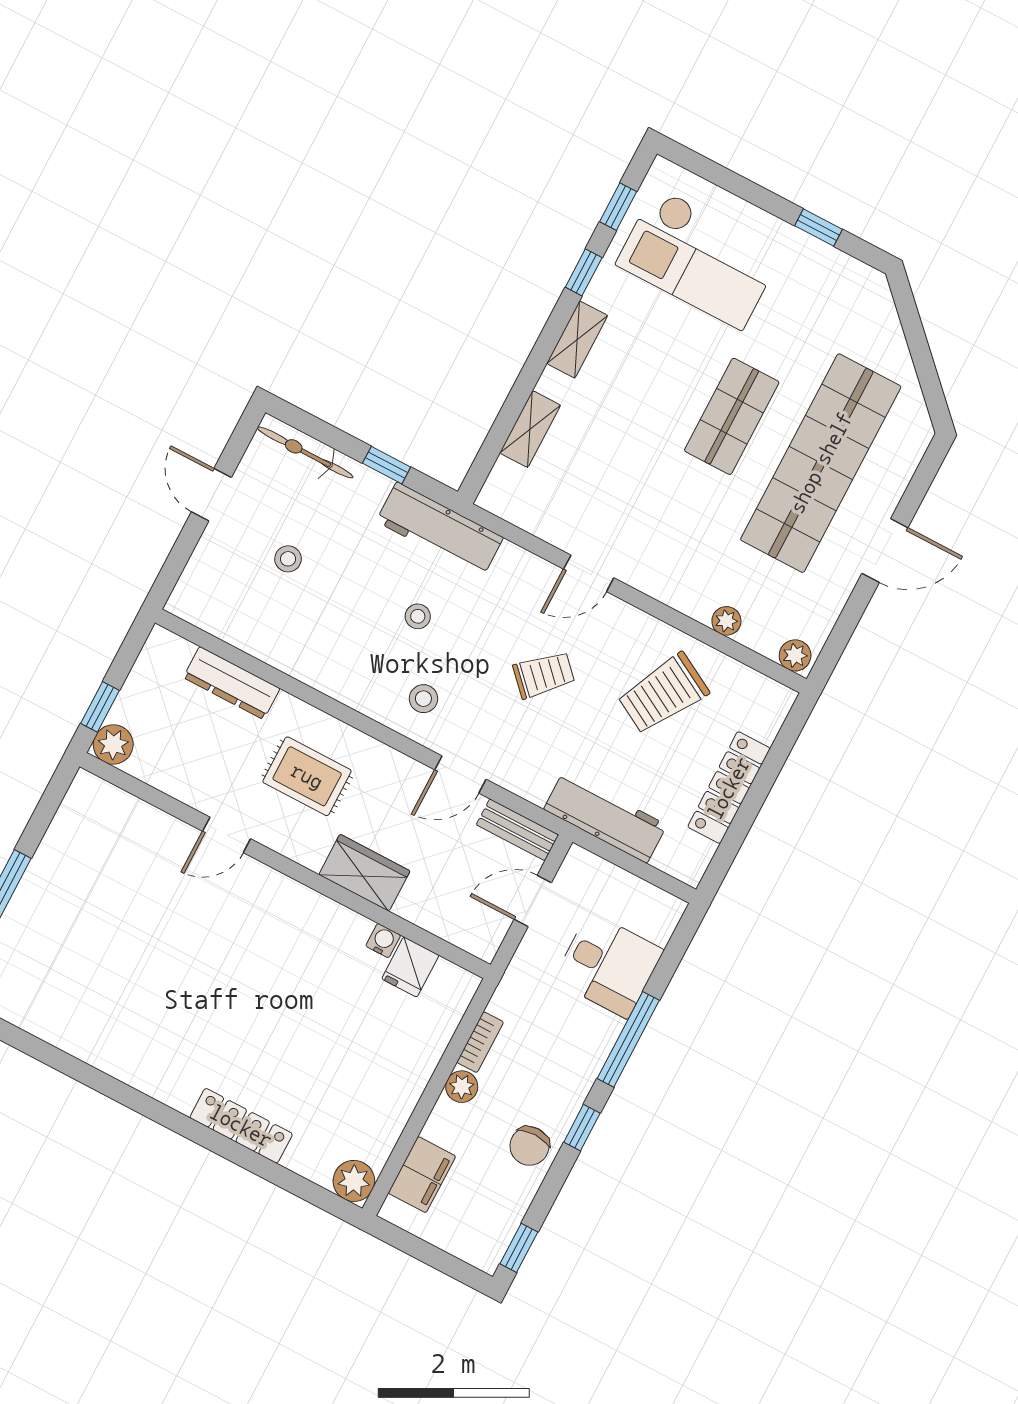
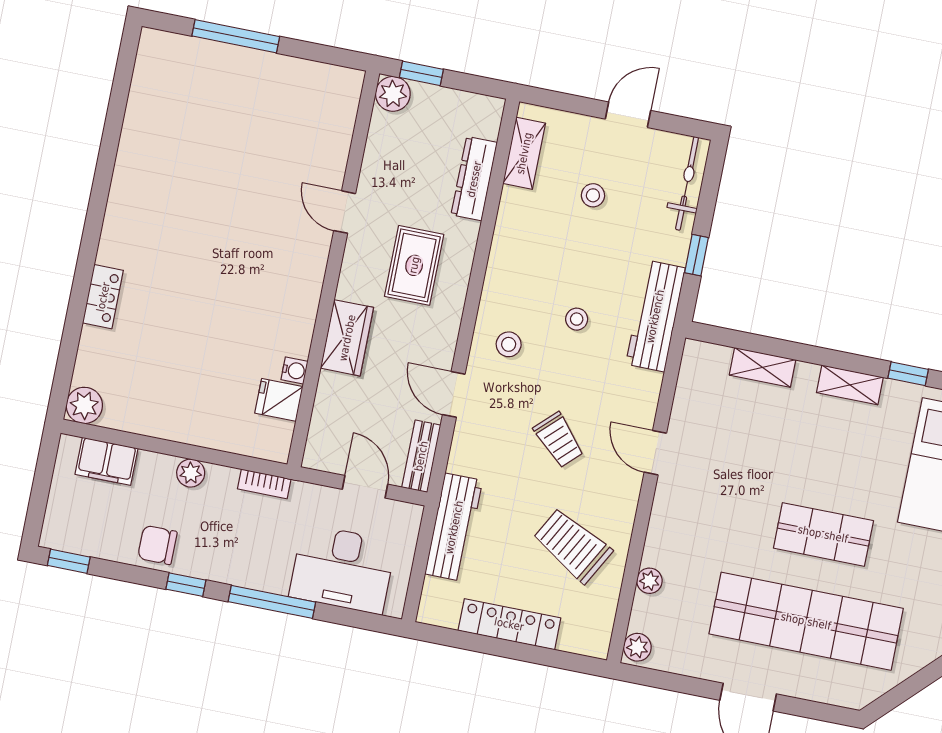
shelving: (220, 620) -> (524, 153), added
desk: (608, 965) -> (342, 569), width x1.37
bookcase: (480, 1042) -> (264, 484), moved
locker: (241, 1126) -> (103, 297), width x0.66

